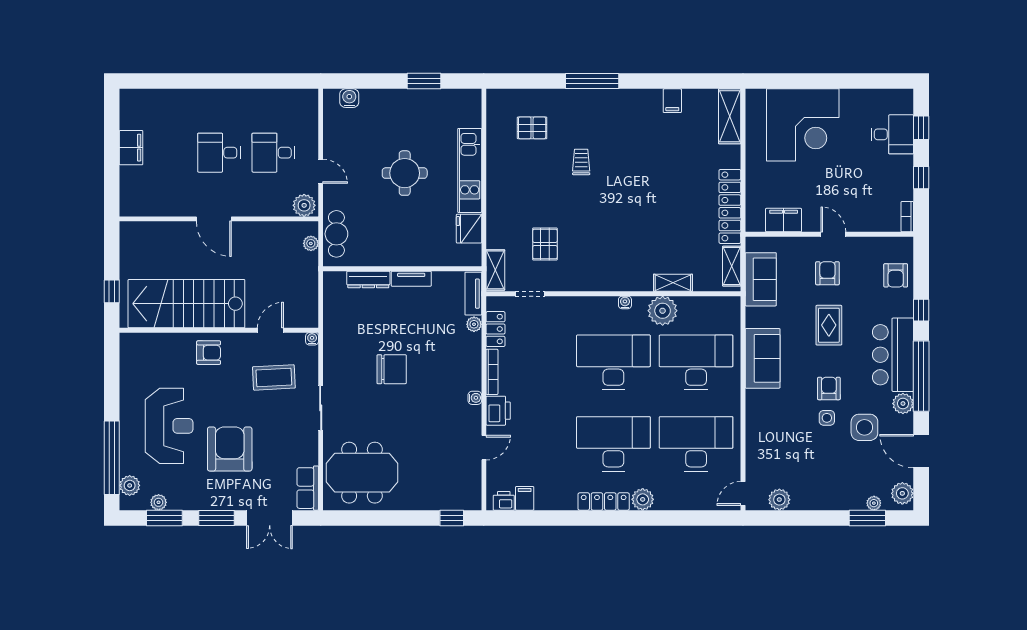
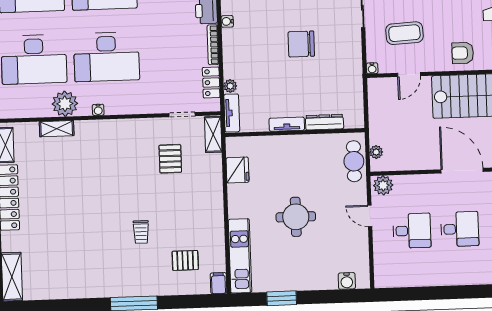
filing cabinet: (672, 101) -> (219, 283), moved
kitchen unit: (470, 170) -> (240, 256), moved
door: (214, 219) -> (462, 171), width x1.36

